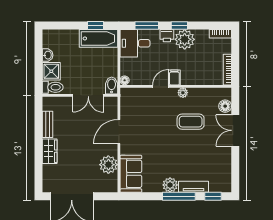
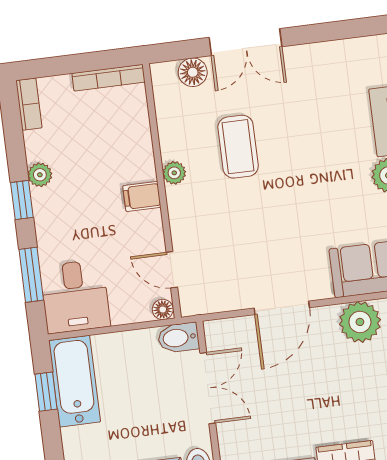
printer: (167, 36) -> (48, 226), removed
plant: (185, 39) -> (40, 175), width x0.53, depth x0.53
door: (161, 86) -> (172, 270), moved
door: (119, 132) -> (282, 308), hinge flipped

